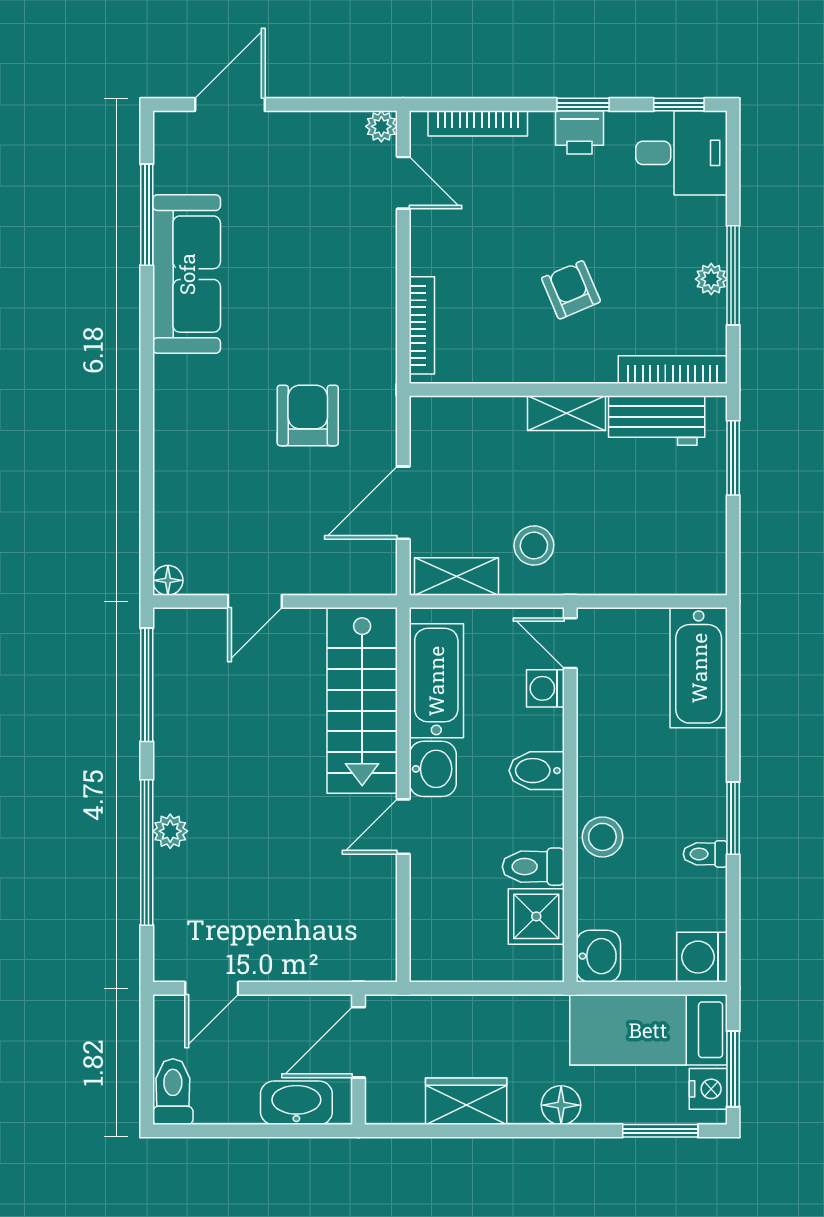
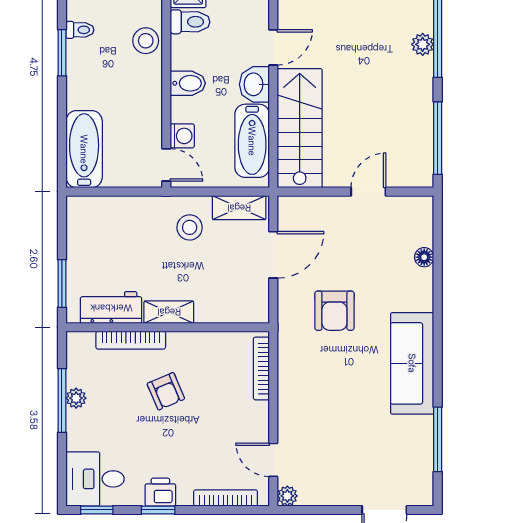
sofa: (187, 274) -> (412, 363), moved
bookcase: (673, 370) -> (131, 340), moved
floor lamp: (168, 580) -> (424, 257), moved

